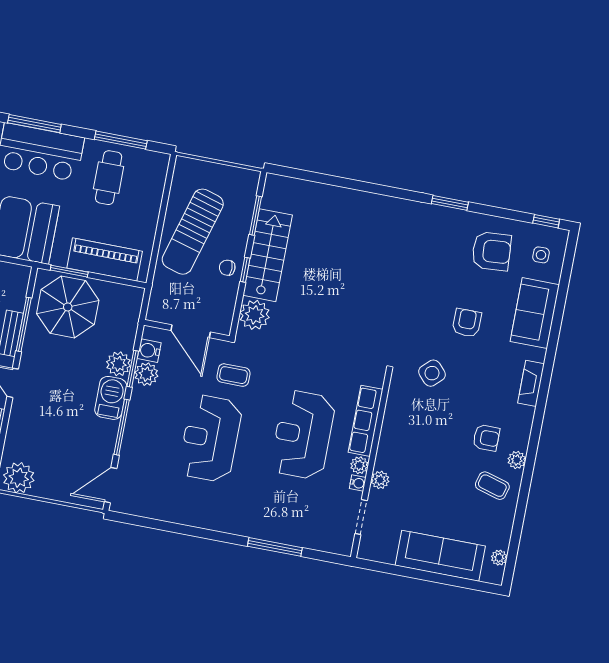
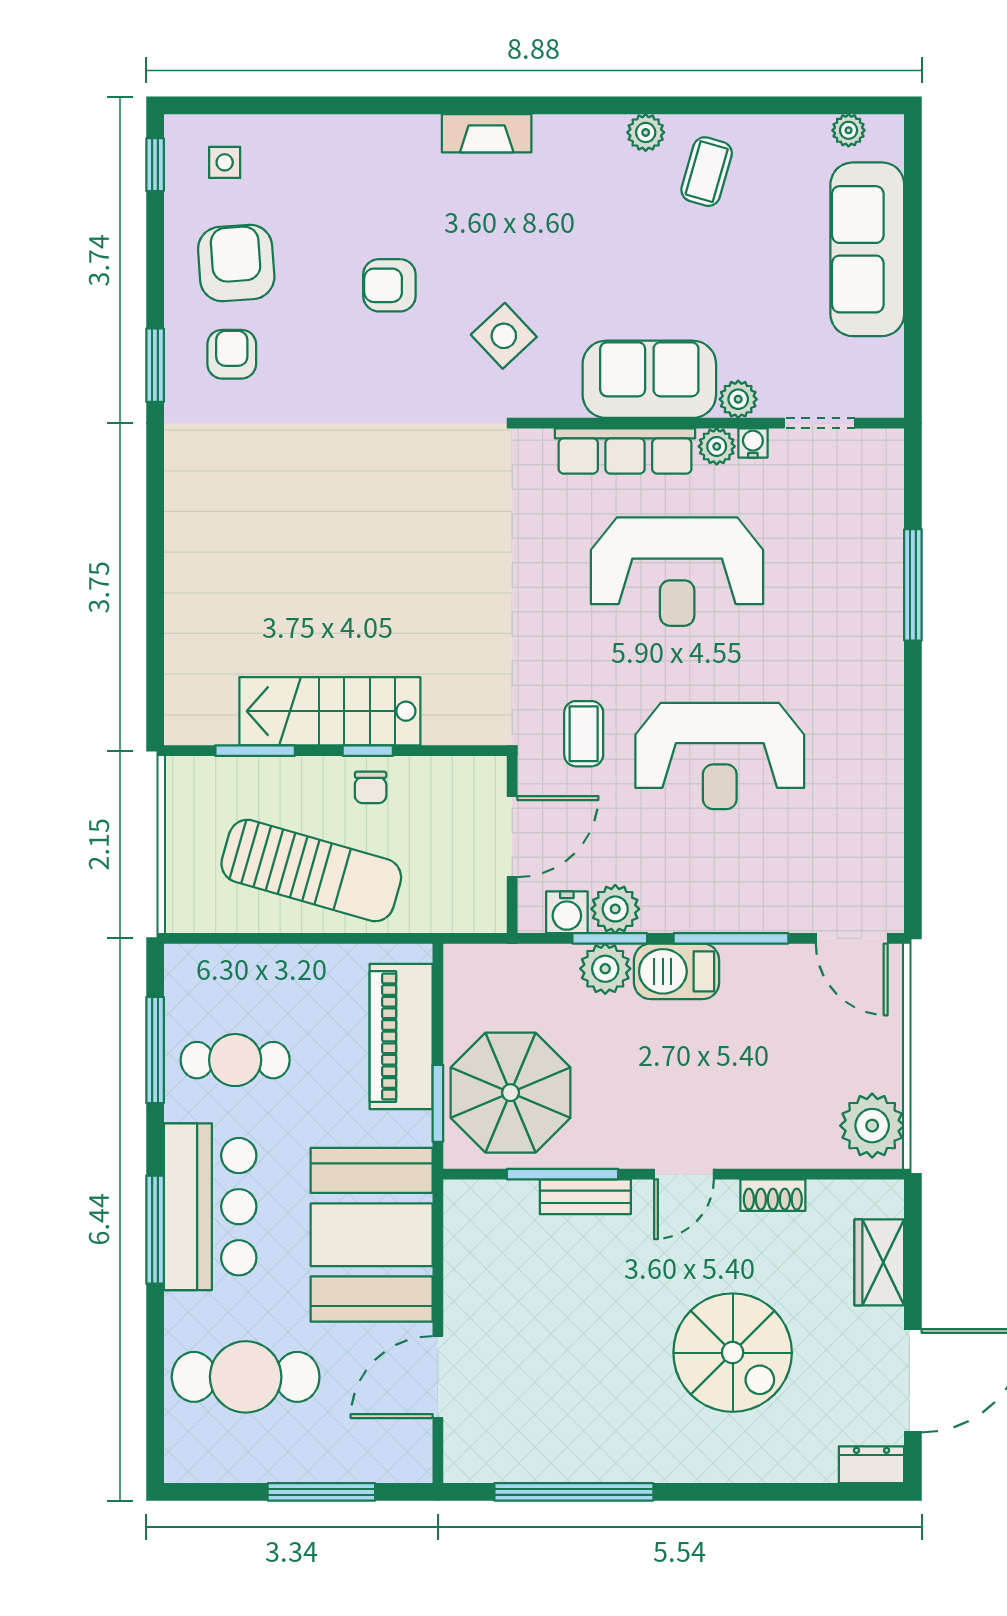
sofa: (535, 313) -> (649, 379), moved, turned 180
plant: (255, 315) -> (455, 714), removed
armchair: (486, 438) -> (232, 354), moved

